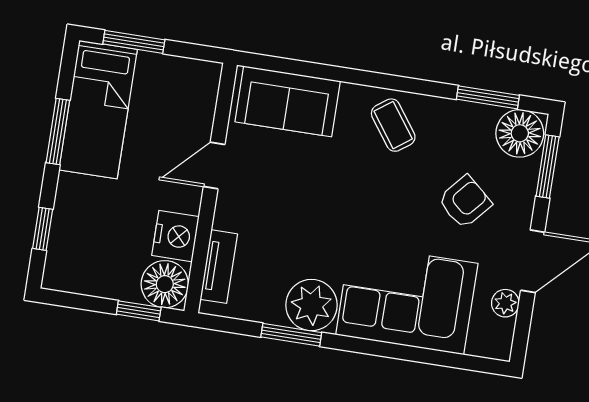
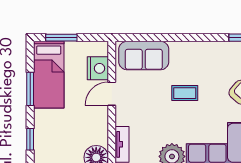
coffee table: (393, 125) -> (185, 93), moved, turned -54
nightstand: (175, 236) -> (98, 68), moved

